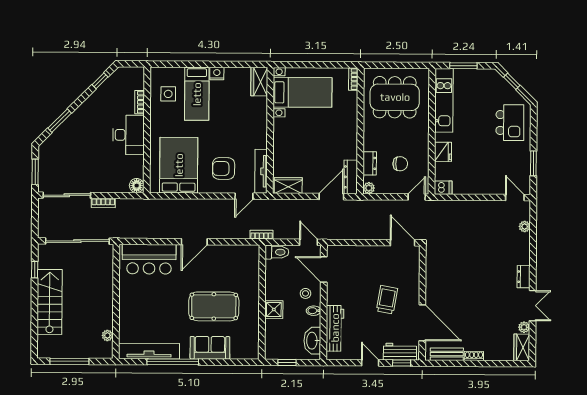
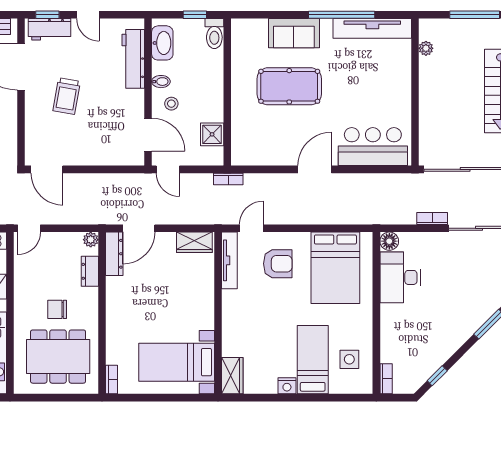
bookcase: (140, 102) -> (386, 379), moved
desk: (129, 135) -> (400, 277), moved
chair: (400, 164) -> (57, 309), moved
toilet: (277, 252) -> (214, 34), moved, turned -90
shower: (274, 310) -> (212, 134), moved

